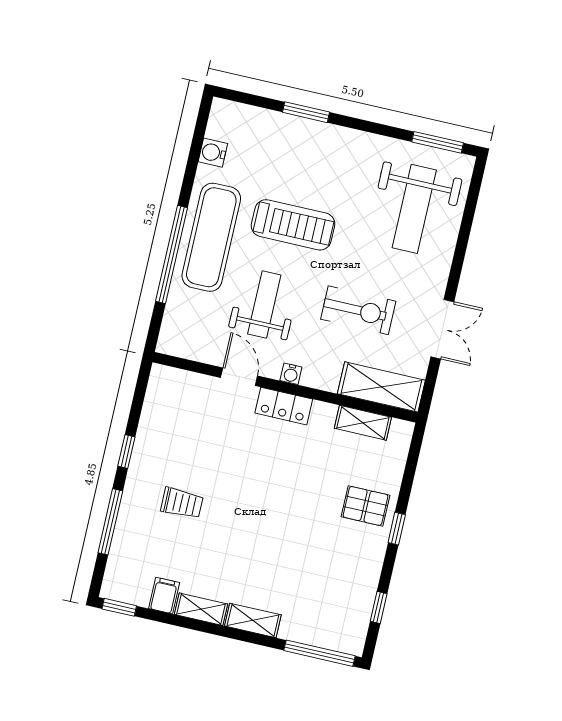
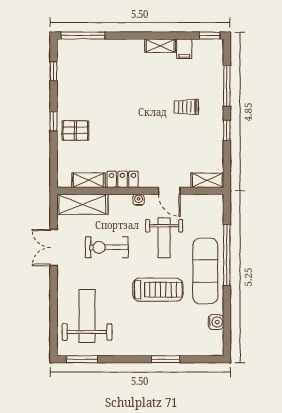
treadmill: (293, 225) -> (158, 290), turned 180
locker: (284, 406) -> (122, 179), moved
shelving: (253, 620) -> (207, 180), moved

